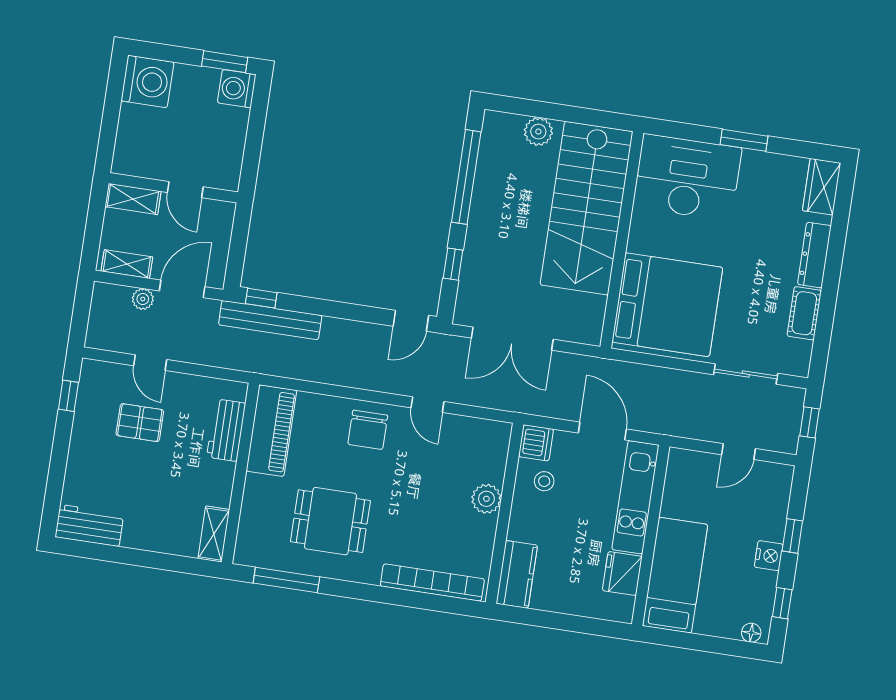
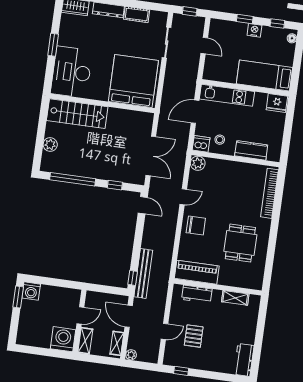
washing machine: (147, 81) -> (63, 339), moved
stairs: (587, 208) -> (77, 114), width x0.73, depth x0.66
plant: (143, 299) -> (131, 355), moved
plant: (486, 499) -> (198, 163), moved
shelving: (214, 534) -> (235, 298), moved
kitchen counter: (517, 574) -> (251, 150), moved
fridge: (622, 574) -> (277, 103), moved
window: (286, 580) -> (269, 264), removed

